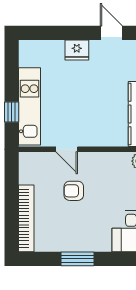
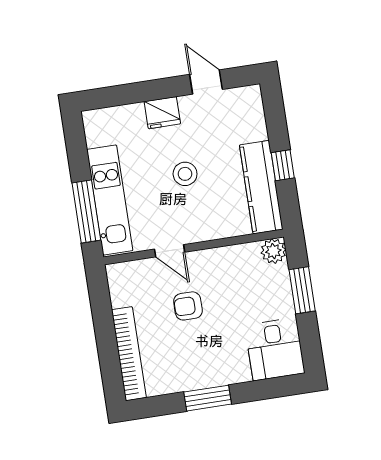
stool: (86, 96) -> (185, 174), added
window: (12, 112) -> (86, 211), width x2.17

